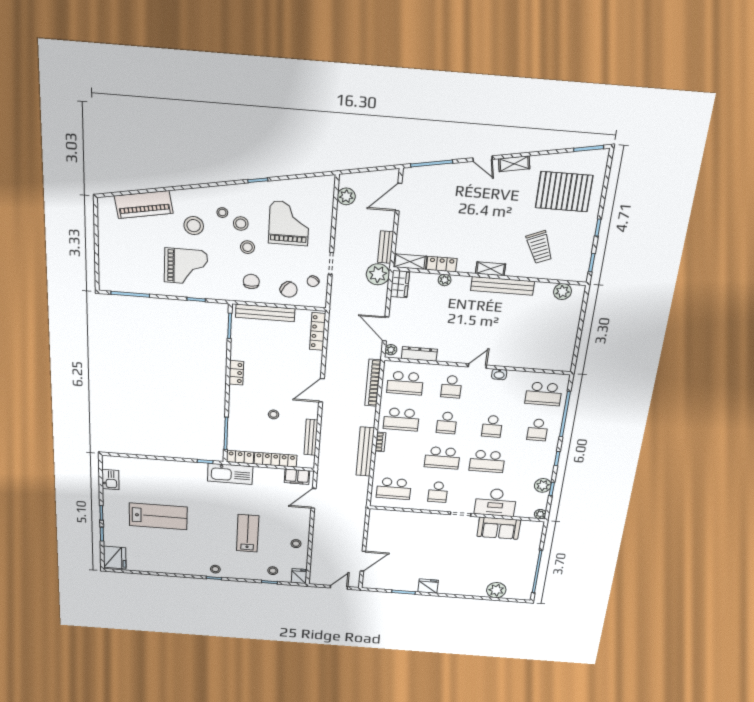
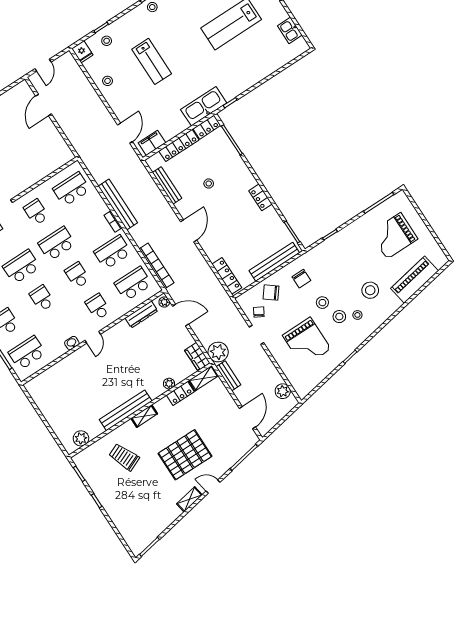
pallet: (564, 192) -> (185, 455), moved
grand piano: (186, 266) -> (394, 236), moved

